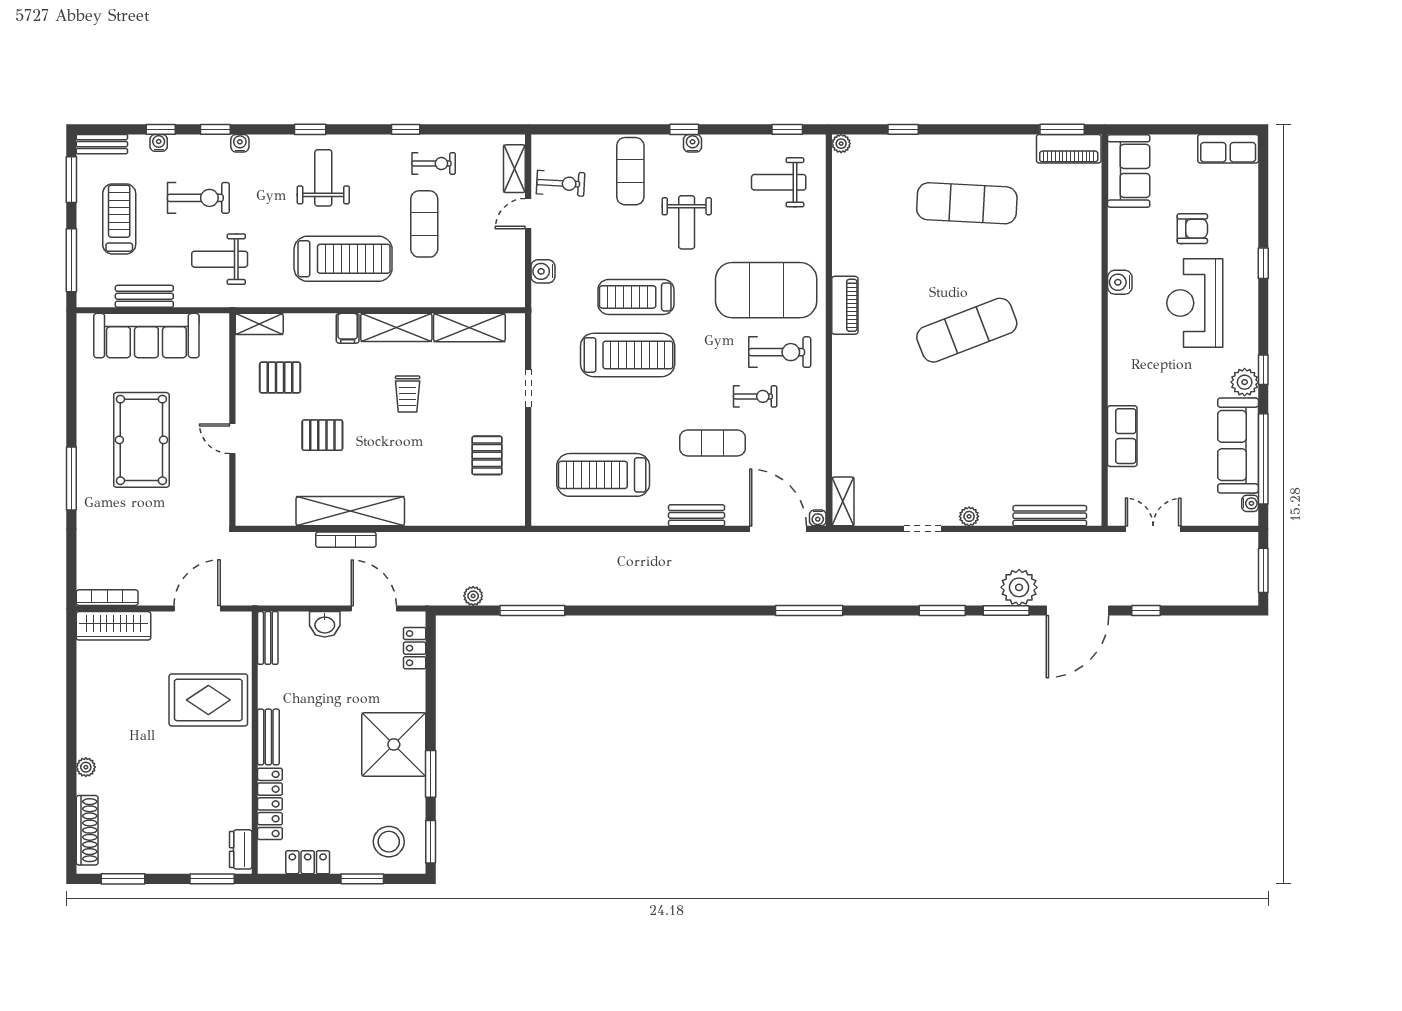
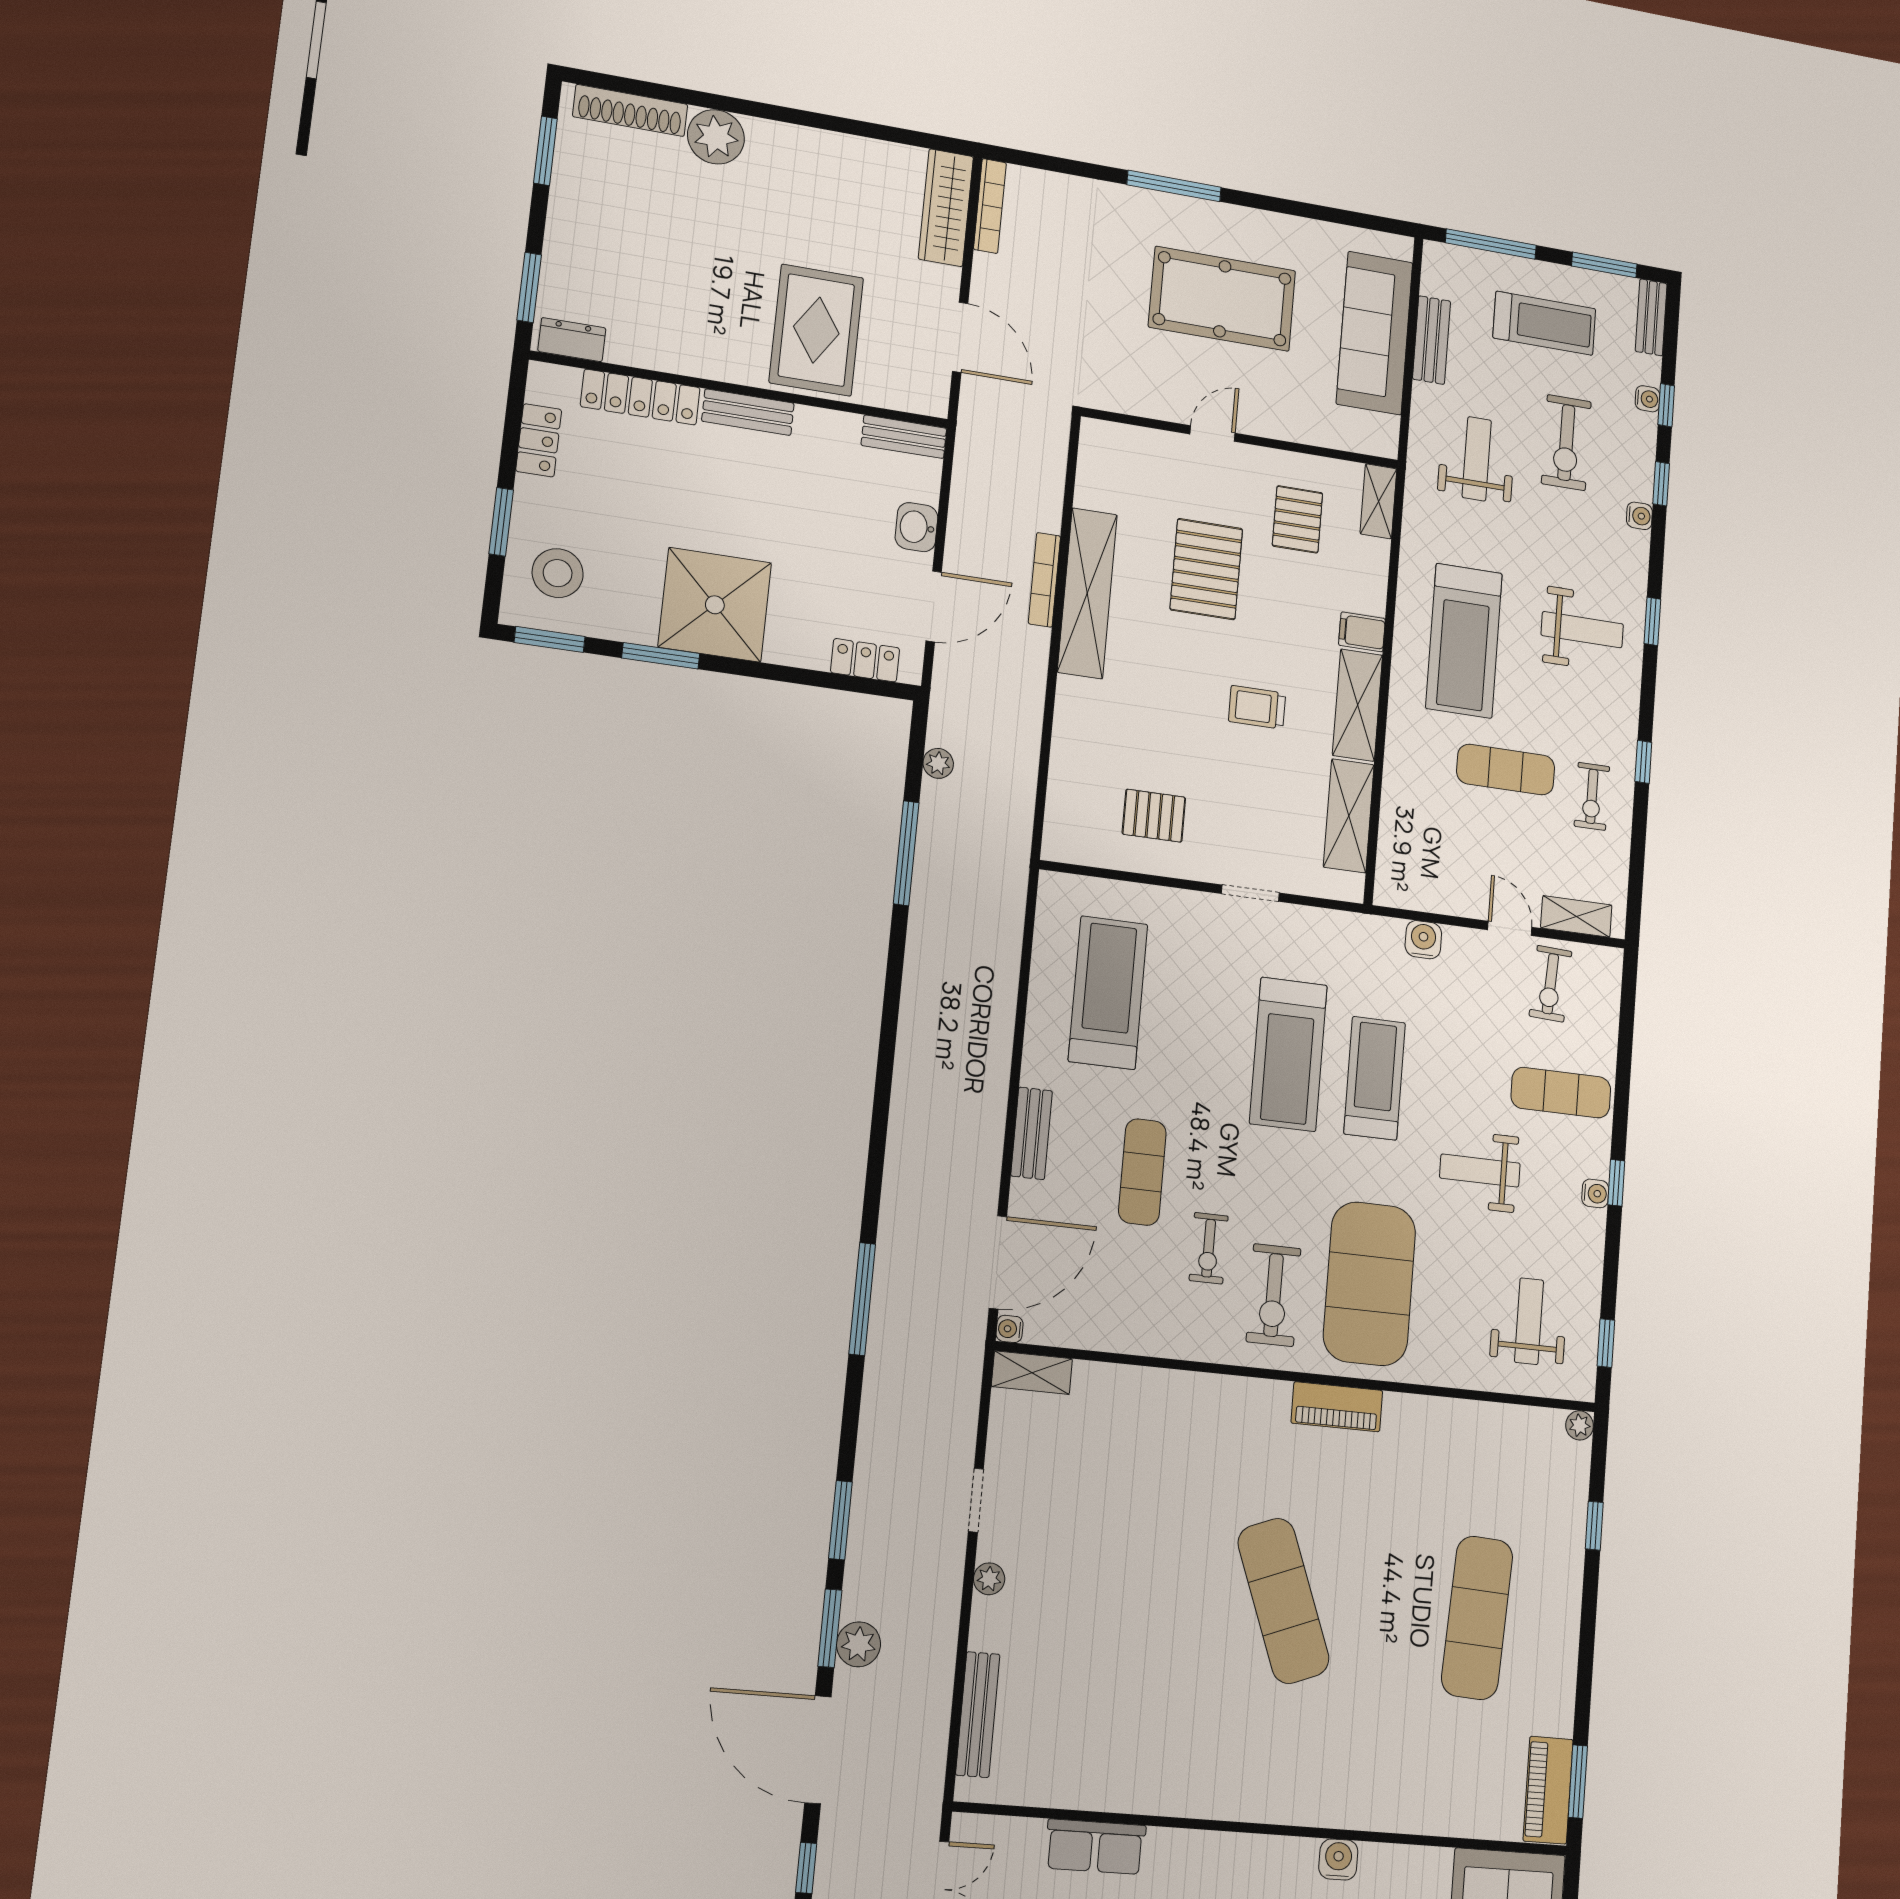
pallet: (322, 435) -> (1206, 569), width x1.50, depth x1.42
plant: (1019, 587) -> (859, 1644), width x0.73, depth x0.73
plant: (86, 767) -> (716, 137), width x1.88, depth x1.88

